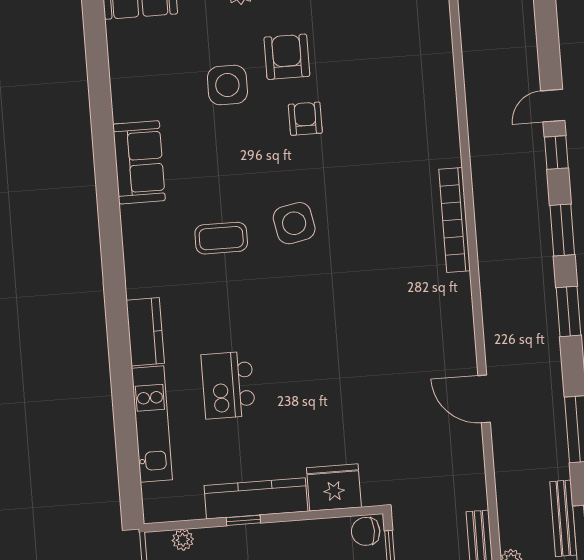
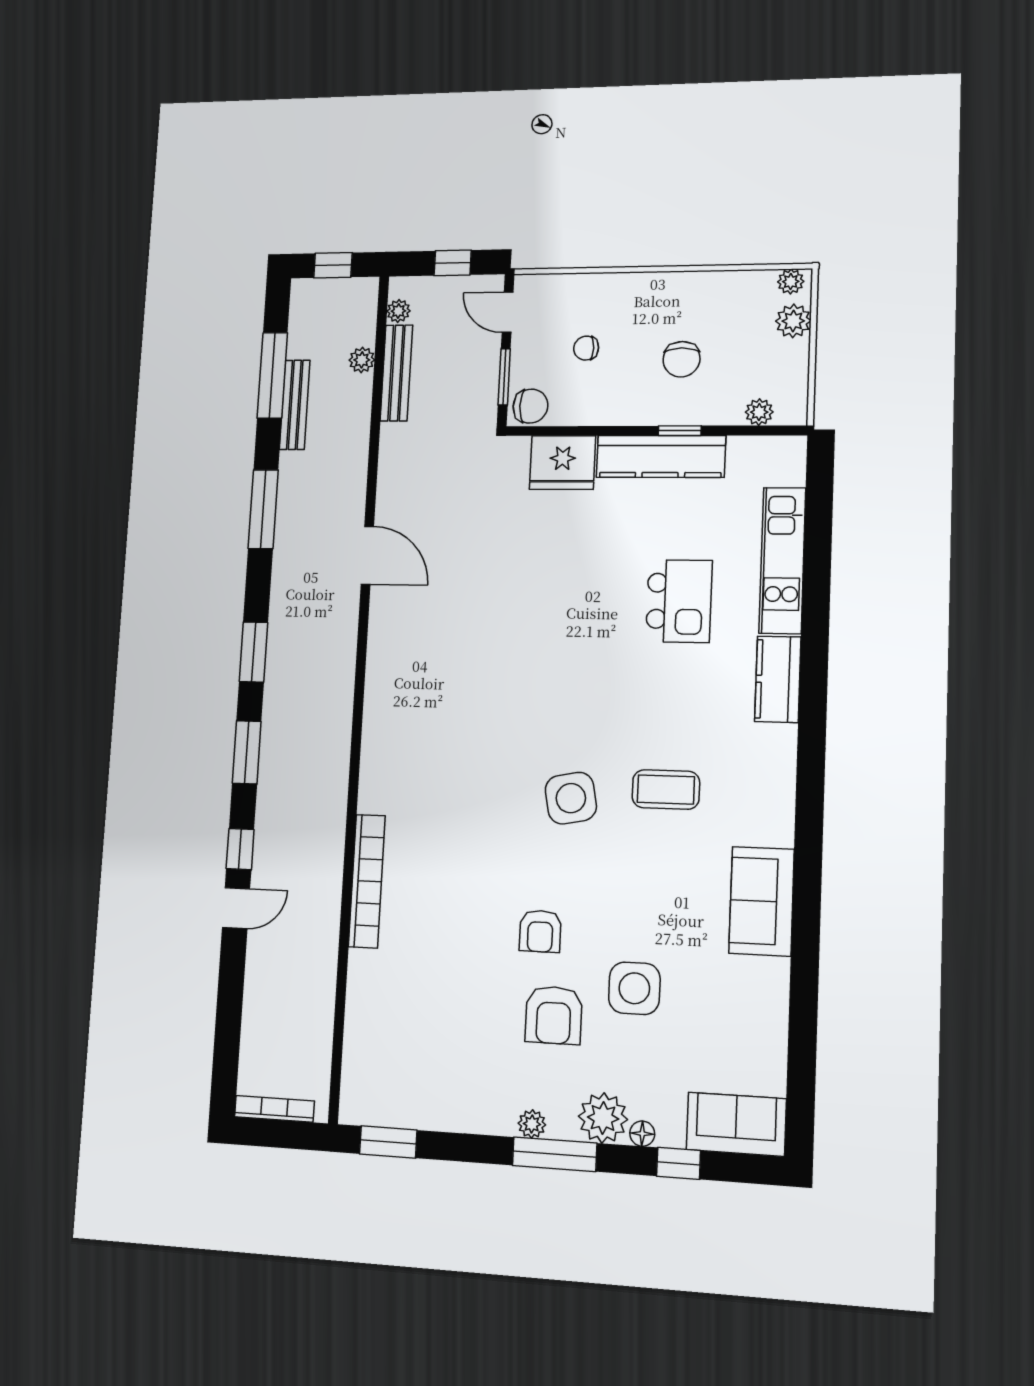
bookcase: (455, 220) -> (367, 881), moved

